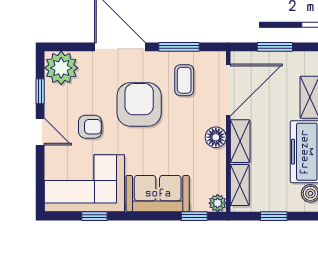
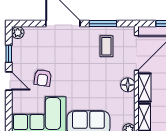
plant: (61, 68) -> (18, 33), width x0.53, depth x0.53
armchair: (139, 104) -> (76, 63), removed
armchair: (90, 127) -> (43, 78), turned 98

